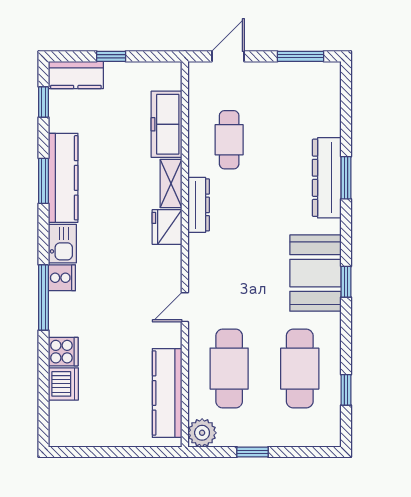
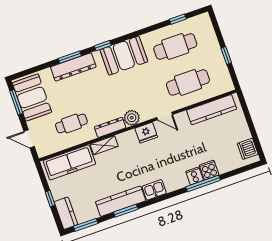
booth: (299, 87) -> (32, 97), added
window: (43, 102) -> (86, 225), width x1.50
freezer: (167, 124) -> (69, 162), width x1.36, depth x1.26
fridge: (167, 227) -> (146, 133), moved
cooker: (62, 278) -> (195, 176), moved
window: (346, 282) -> (103, 46), moved
window: (43, 297) -> (203, 183), moved
dishwasher: (63, 384) -> (248, 149), moved, turned -90
plant: (202, 433) -> (132, 118), moved

